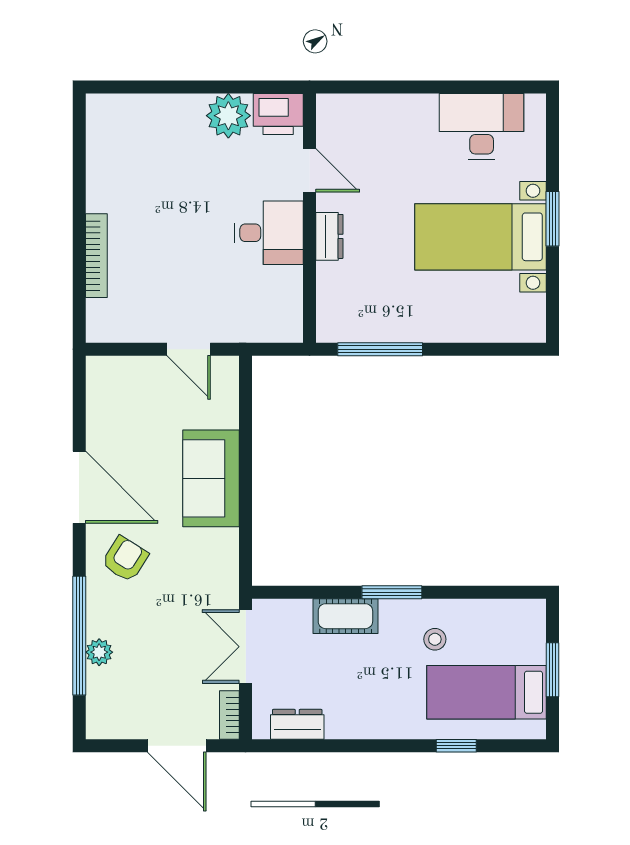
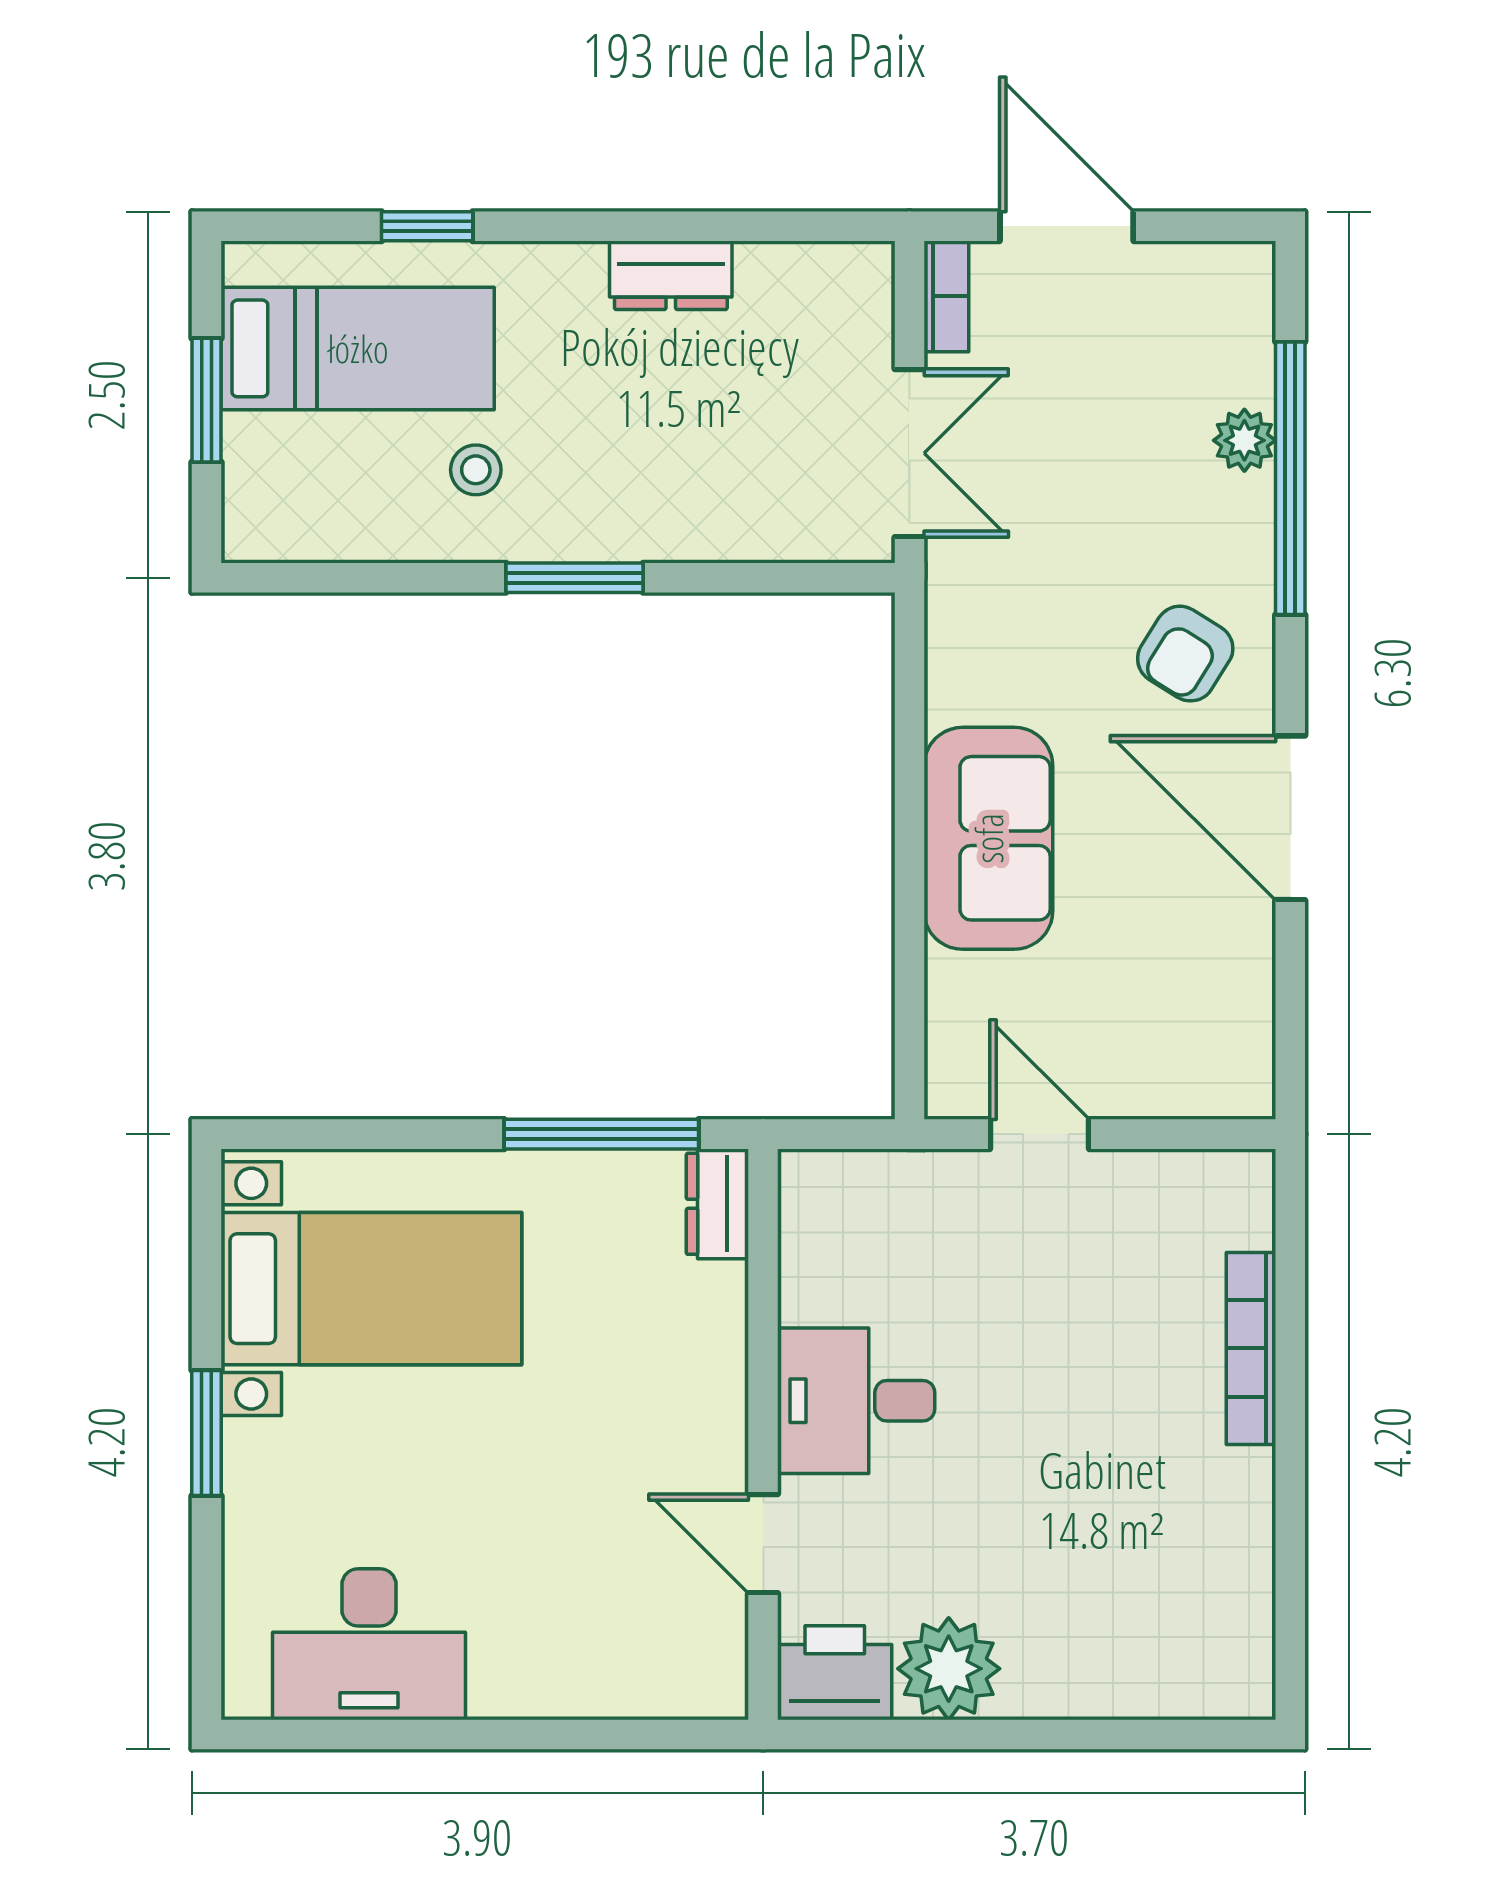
dresser: (329, 236) -> (717, 1204), moved
bed with nightstands: (480, 237) -> (371, 1289), moved
cot: (345, 616) -> (681, 523), removed
dresser: (297, 724) -> (671, 275), moved

